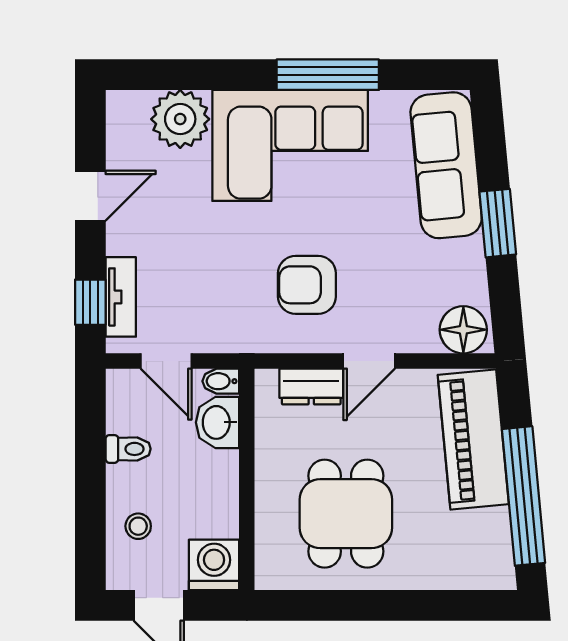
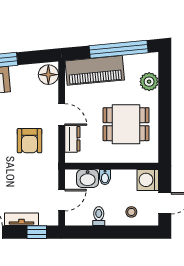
tv unit: (121, 297) -> (22, 219), moved
bidet: (221, 381) -> (105, 177), moved
plant: (447, 568) -> (149, 82), added

